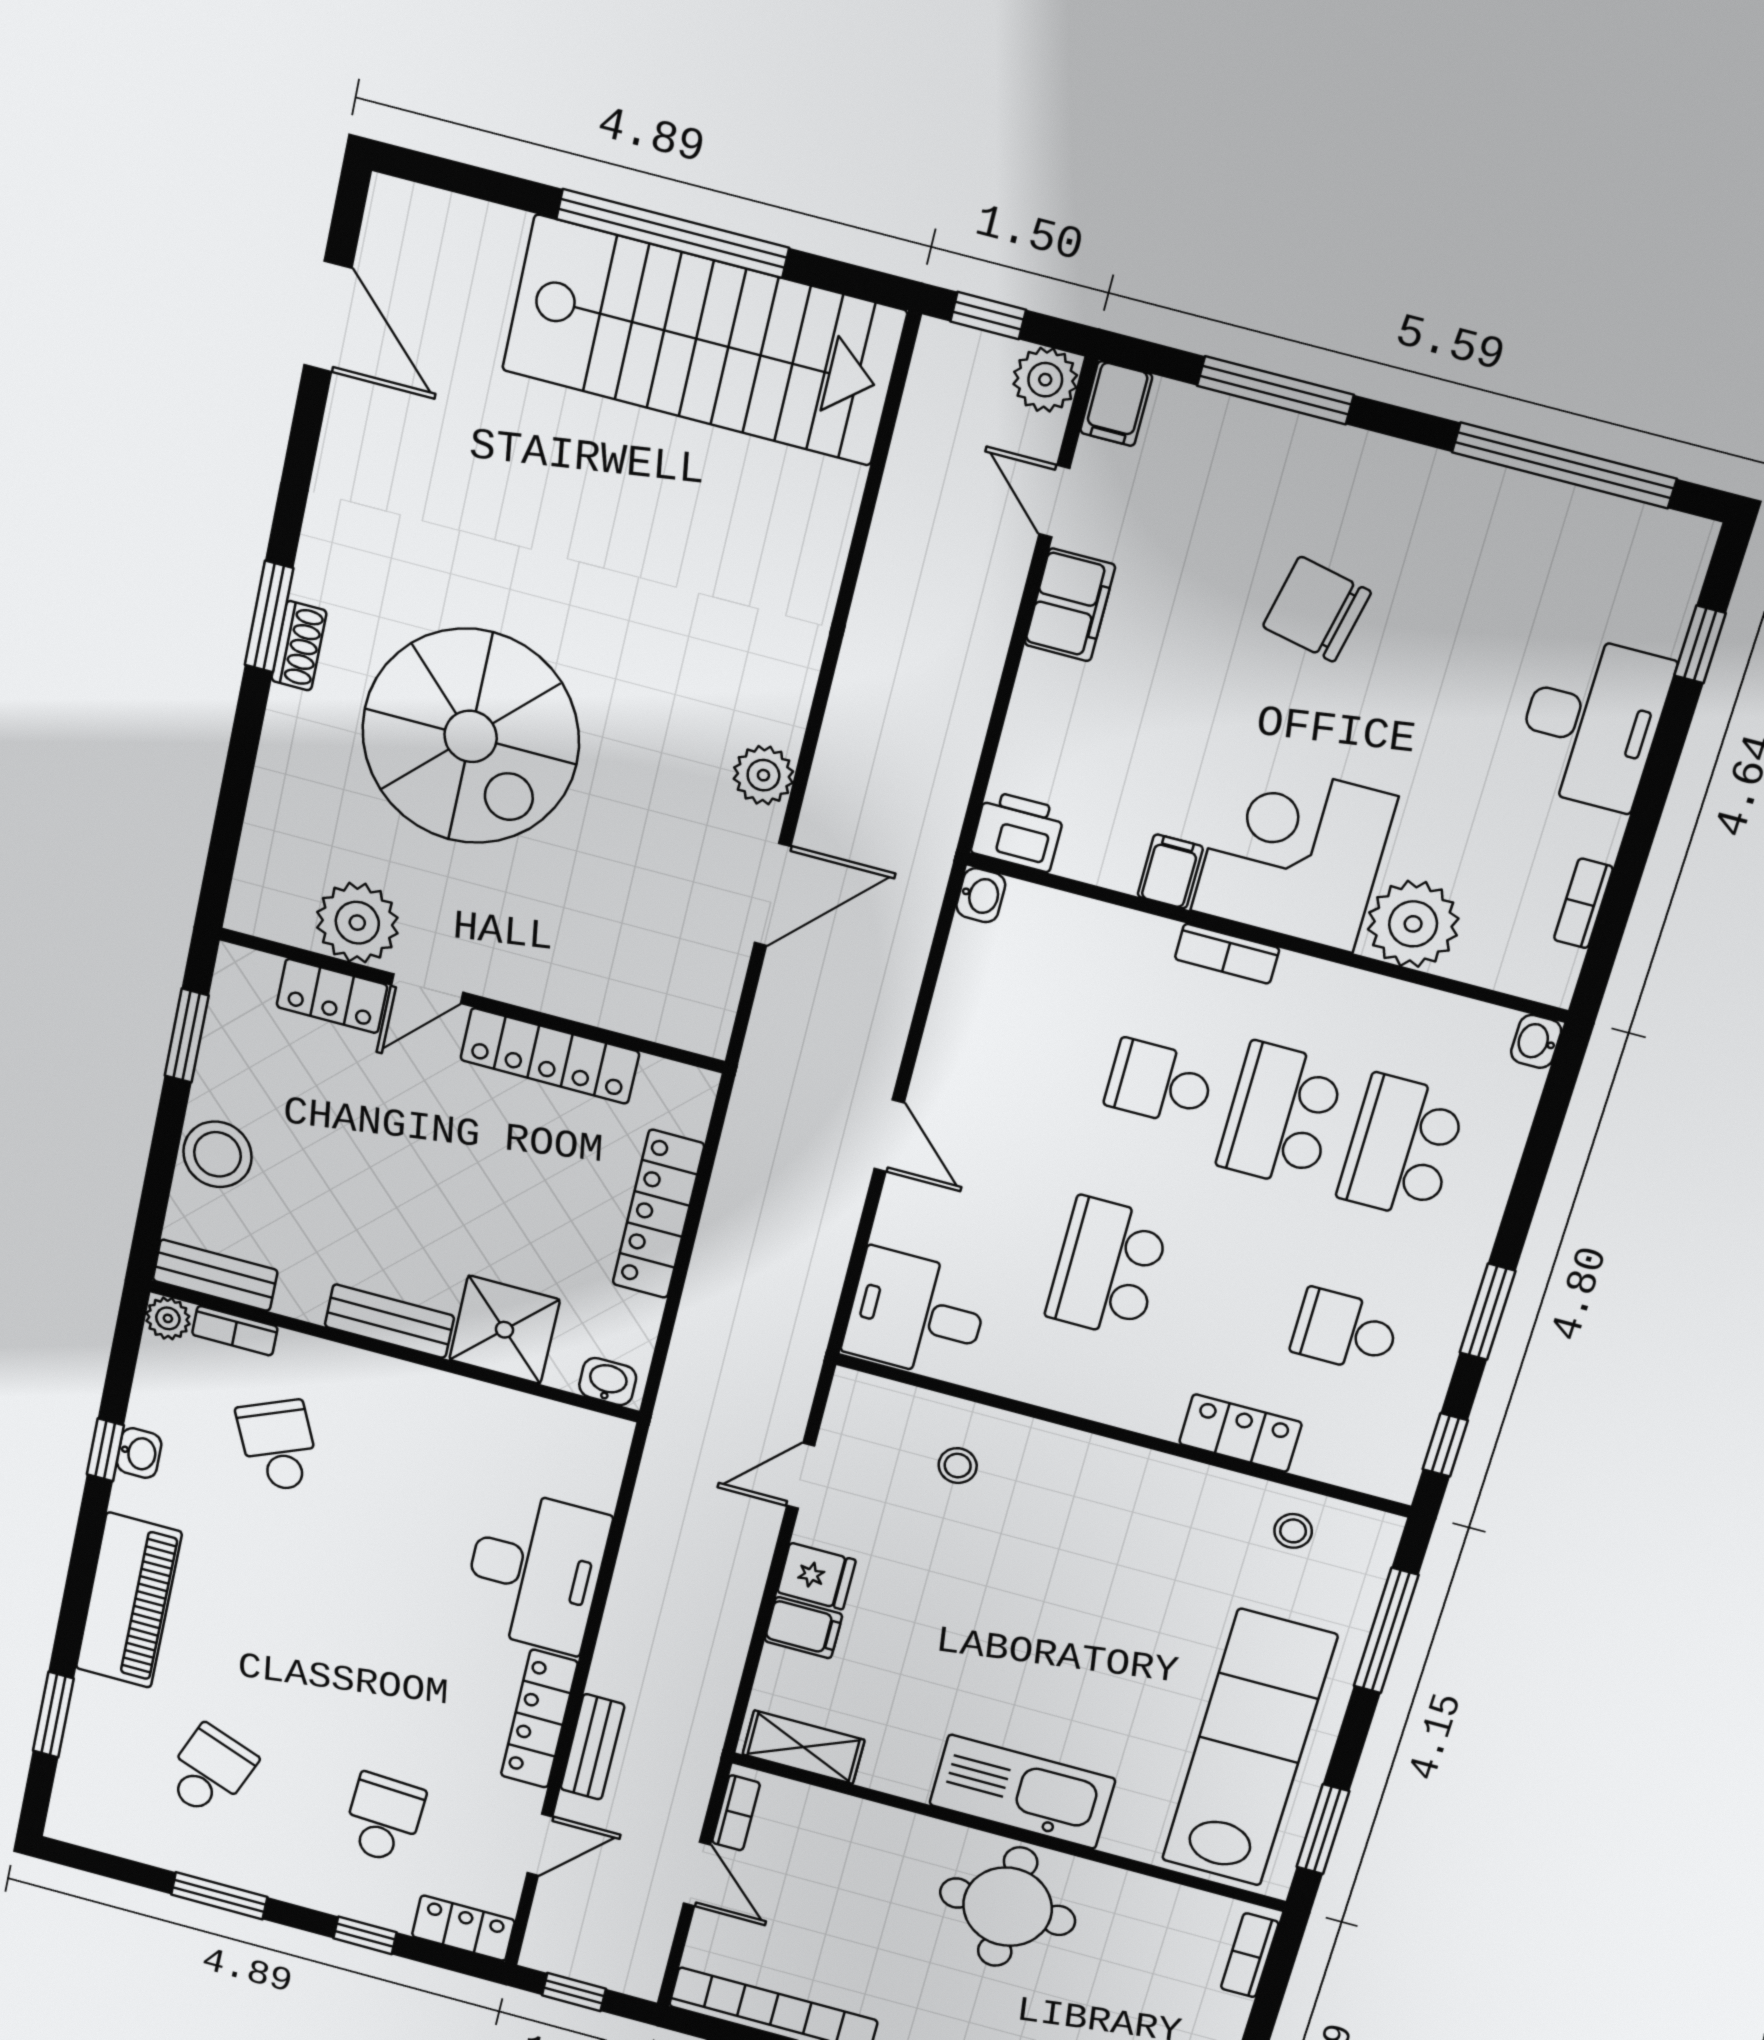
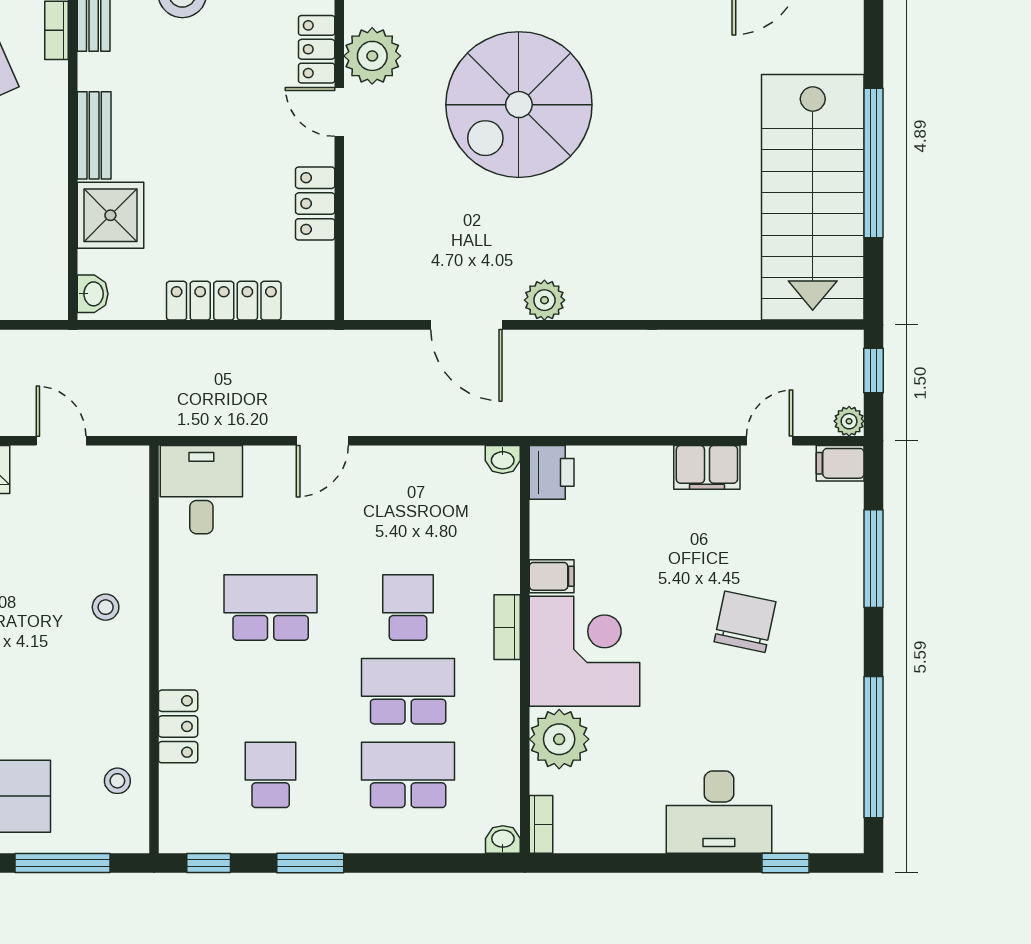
plant: (1045, 380) -> (849, 421), width x0.73, depth x0.73
bookcase: (1583, 903) -> (541, 824), moved, turned 90
locker: (550, 1056) -> (315, 204), width x0.66
stool: (958, 1466) -> (106, 607), moved

